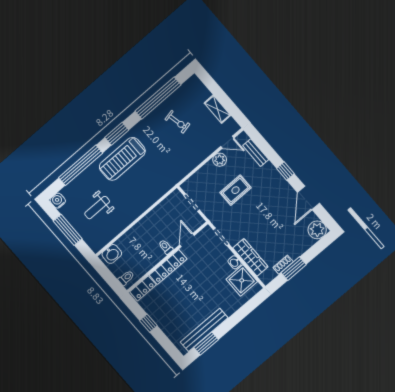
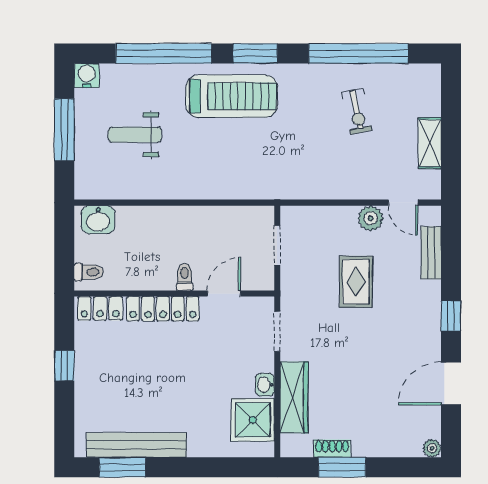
treadmill: (122, 159) -> (232, 96), turned 180
rug: (235, 190) -> (356, 282), turned 90
plant: (317, 230) -> (432, 448), width x0.53, depth x0.53

